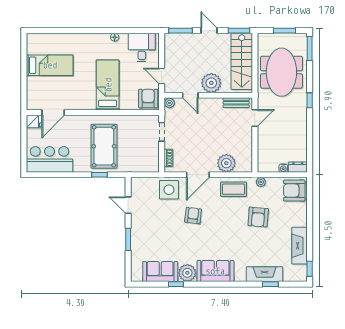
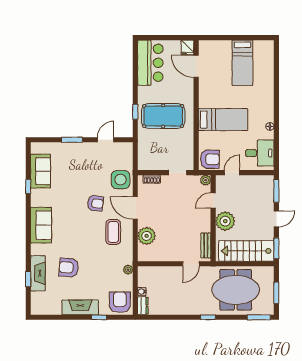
door: (255, 118) -> (191, 264), hinge flipped
coffee table: (234, 189) -> (113, 232), moved
armchair: (258, 217) -> (69, 268), moved
fireplace: (299, 246) -> (80, 307), moved
window: (310, 269) -> (99, 317), moved
plant: (187, 273) -> (39, 198), removed

